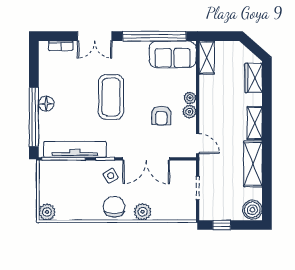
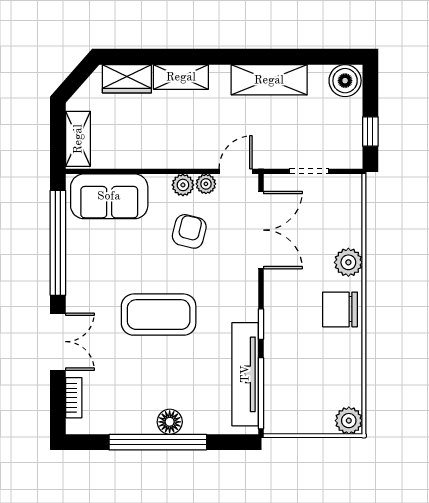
sofa: (173, 54) -> (109, 196), moved, turned 90
shelving: (207, 57) -> (78, 139), moved, turned 90
plant: (190, 98) -> (206, 184), moved
armchair: (161, 116) -> (189, 231), turned -76
window: (34, 117) -> (158, 442), moved
shelving: (255, 123) -> (181, 77), moved
double door: (146, 159) -> (261, 230), moved
side table: (111, 176) -> (289, 315), removed

